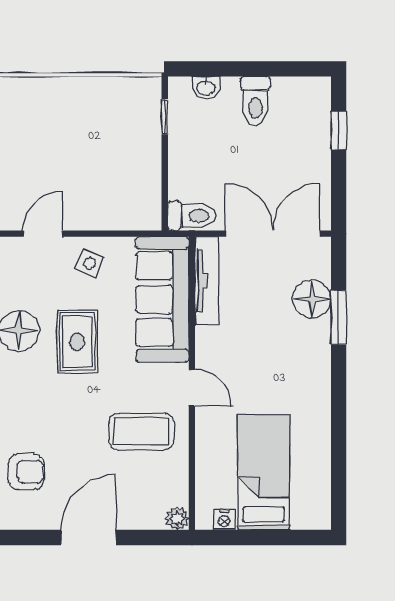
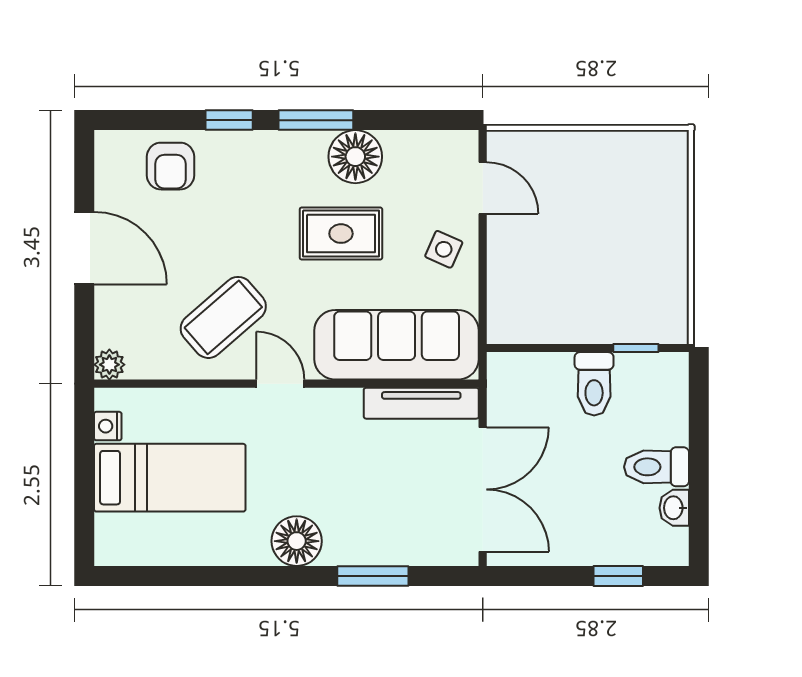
washbasin: (206, 88) -> (674, 508), moved
toilet: (192, 216) -> (594, 384), moved
floor lamp: (312, 299) -> (297, 541), moved
door: (192, 388) -> (280, 384), swing flipped
coffee table: (141, 431) -> (223, 317), turned 49

